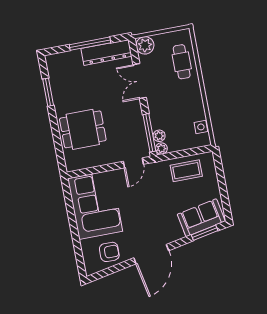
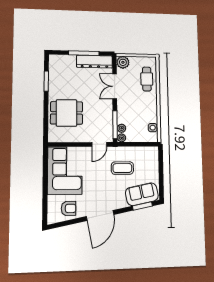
coffee table: (186, 171) -> (122, 168), moved

